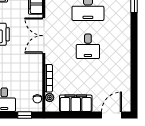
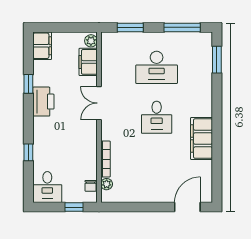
double door: (44, 36) -> (99, 103), width x0.73
filing cabinet: (76, 103) -> (202, 139), moved, turned -90

